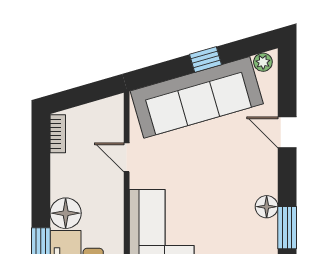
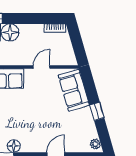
sofa: (197, 97) -> (74, 90), width x0.54, depth x0.79

